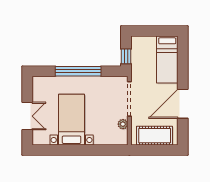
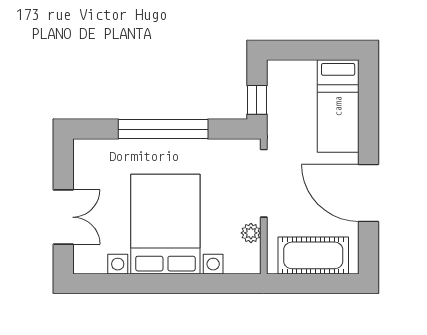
door: (183, 104) -> (368, 193), hinge flipped
bed with nightstands: (72, 120) -> (165, 224), width x1.36

